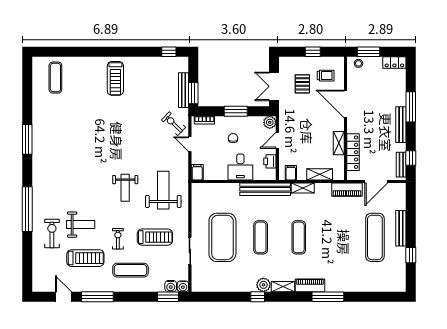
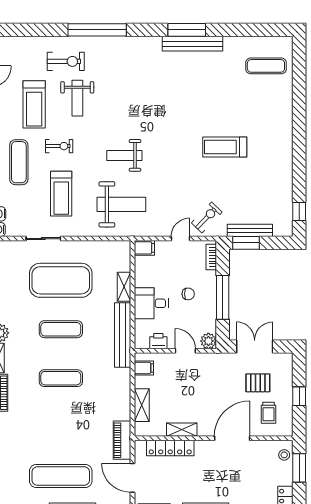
treadmill: (115, 78) -> (225, 147), moved
window: (236, 111) -> (223, 297), width x1.44
bench: (38, 135) -> (192, 44), added
shelving: (303, 188) -> (124, 287), moved

